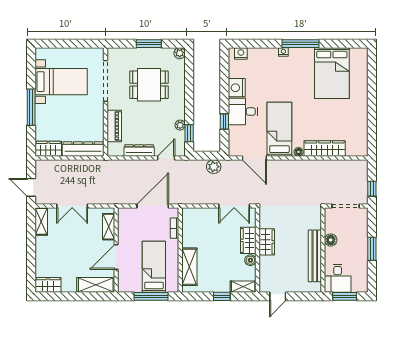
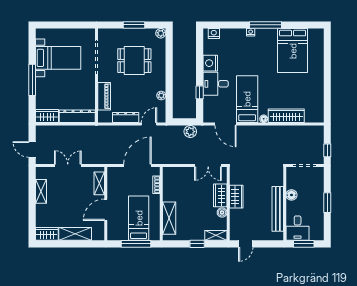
window: (189, 133) -> (169, 103), removed
double door: (72, 206) -> (68, 166), swing flipped
shelving: (41, 221) -> (41, 191), moved
shelving: (96, 285) -> (75, 234), moved

